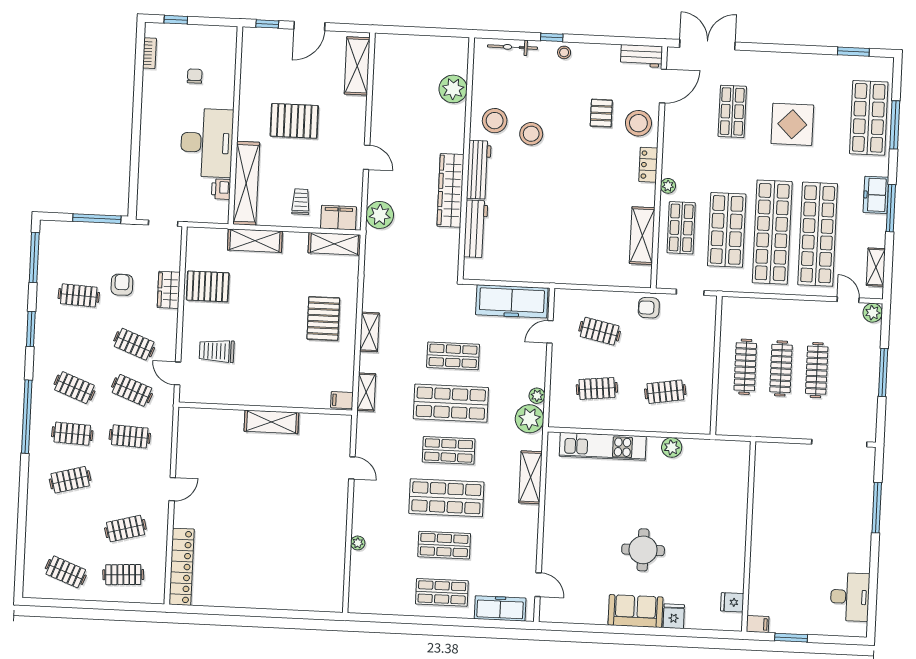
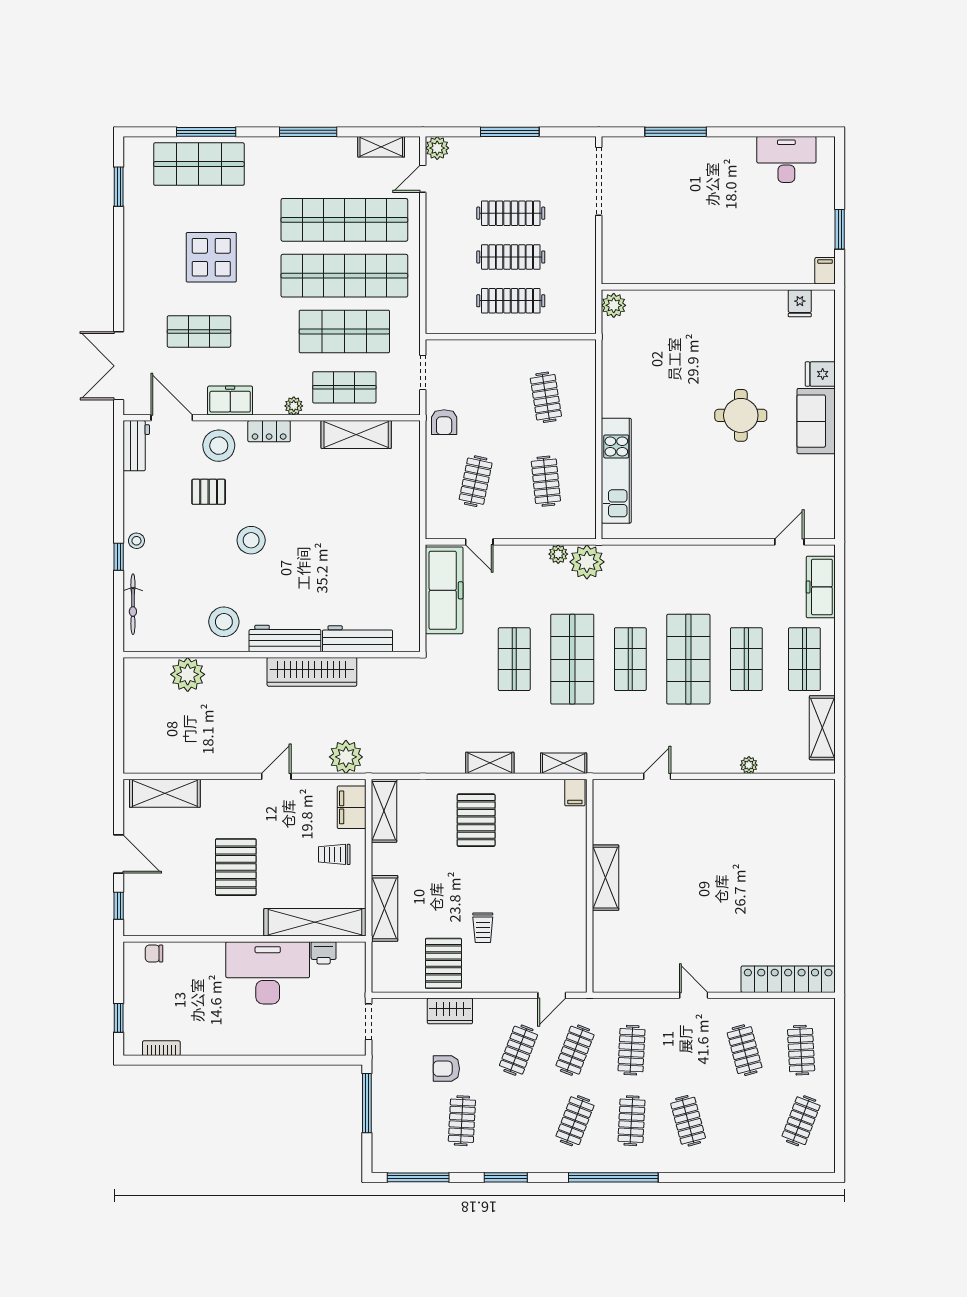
chair: (195, 76) -> (154, 953), moved
stool: (531, 134) -> (251, 540), moved
freezer: (876, 195) -> (230, 401), moved, turned 180
pallet: (323, 319) -> (476, 820), turned 90
trolley: (217, 351) -> (483, 928), moved, width x0.73, depth x0.72
plant: (672, 447) -> (614, 305), moved
shelving: (530, 477) -> (822, 728), moved, turned 90

